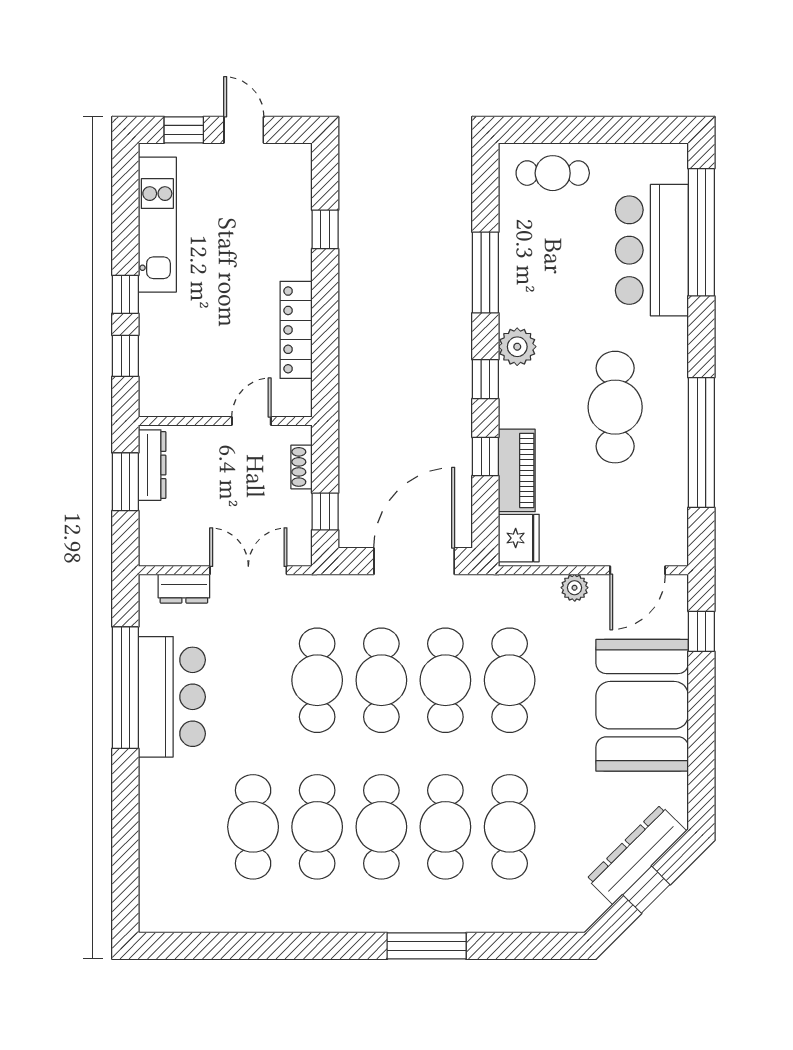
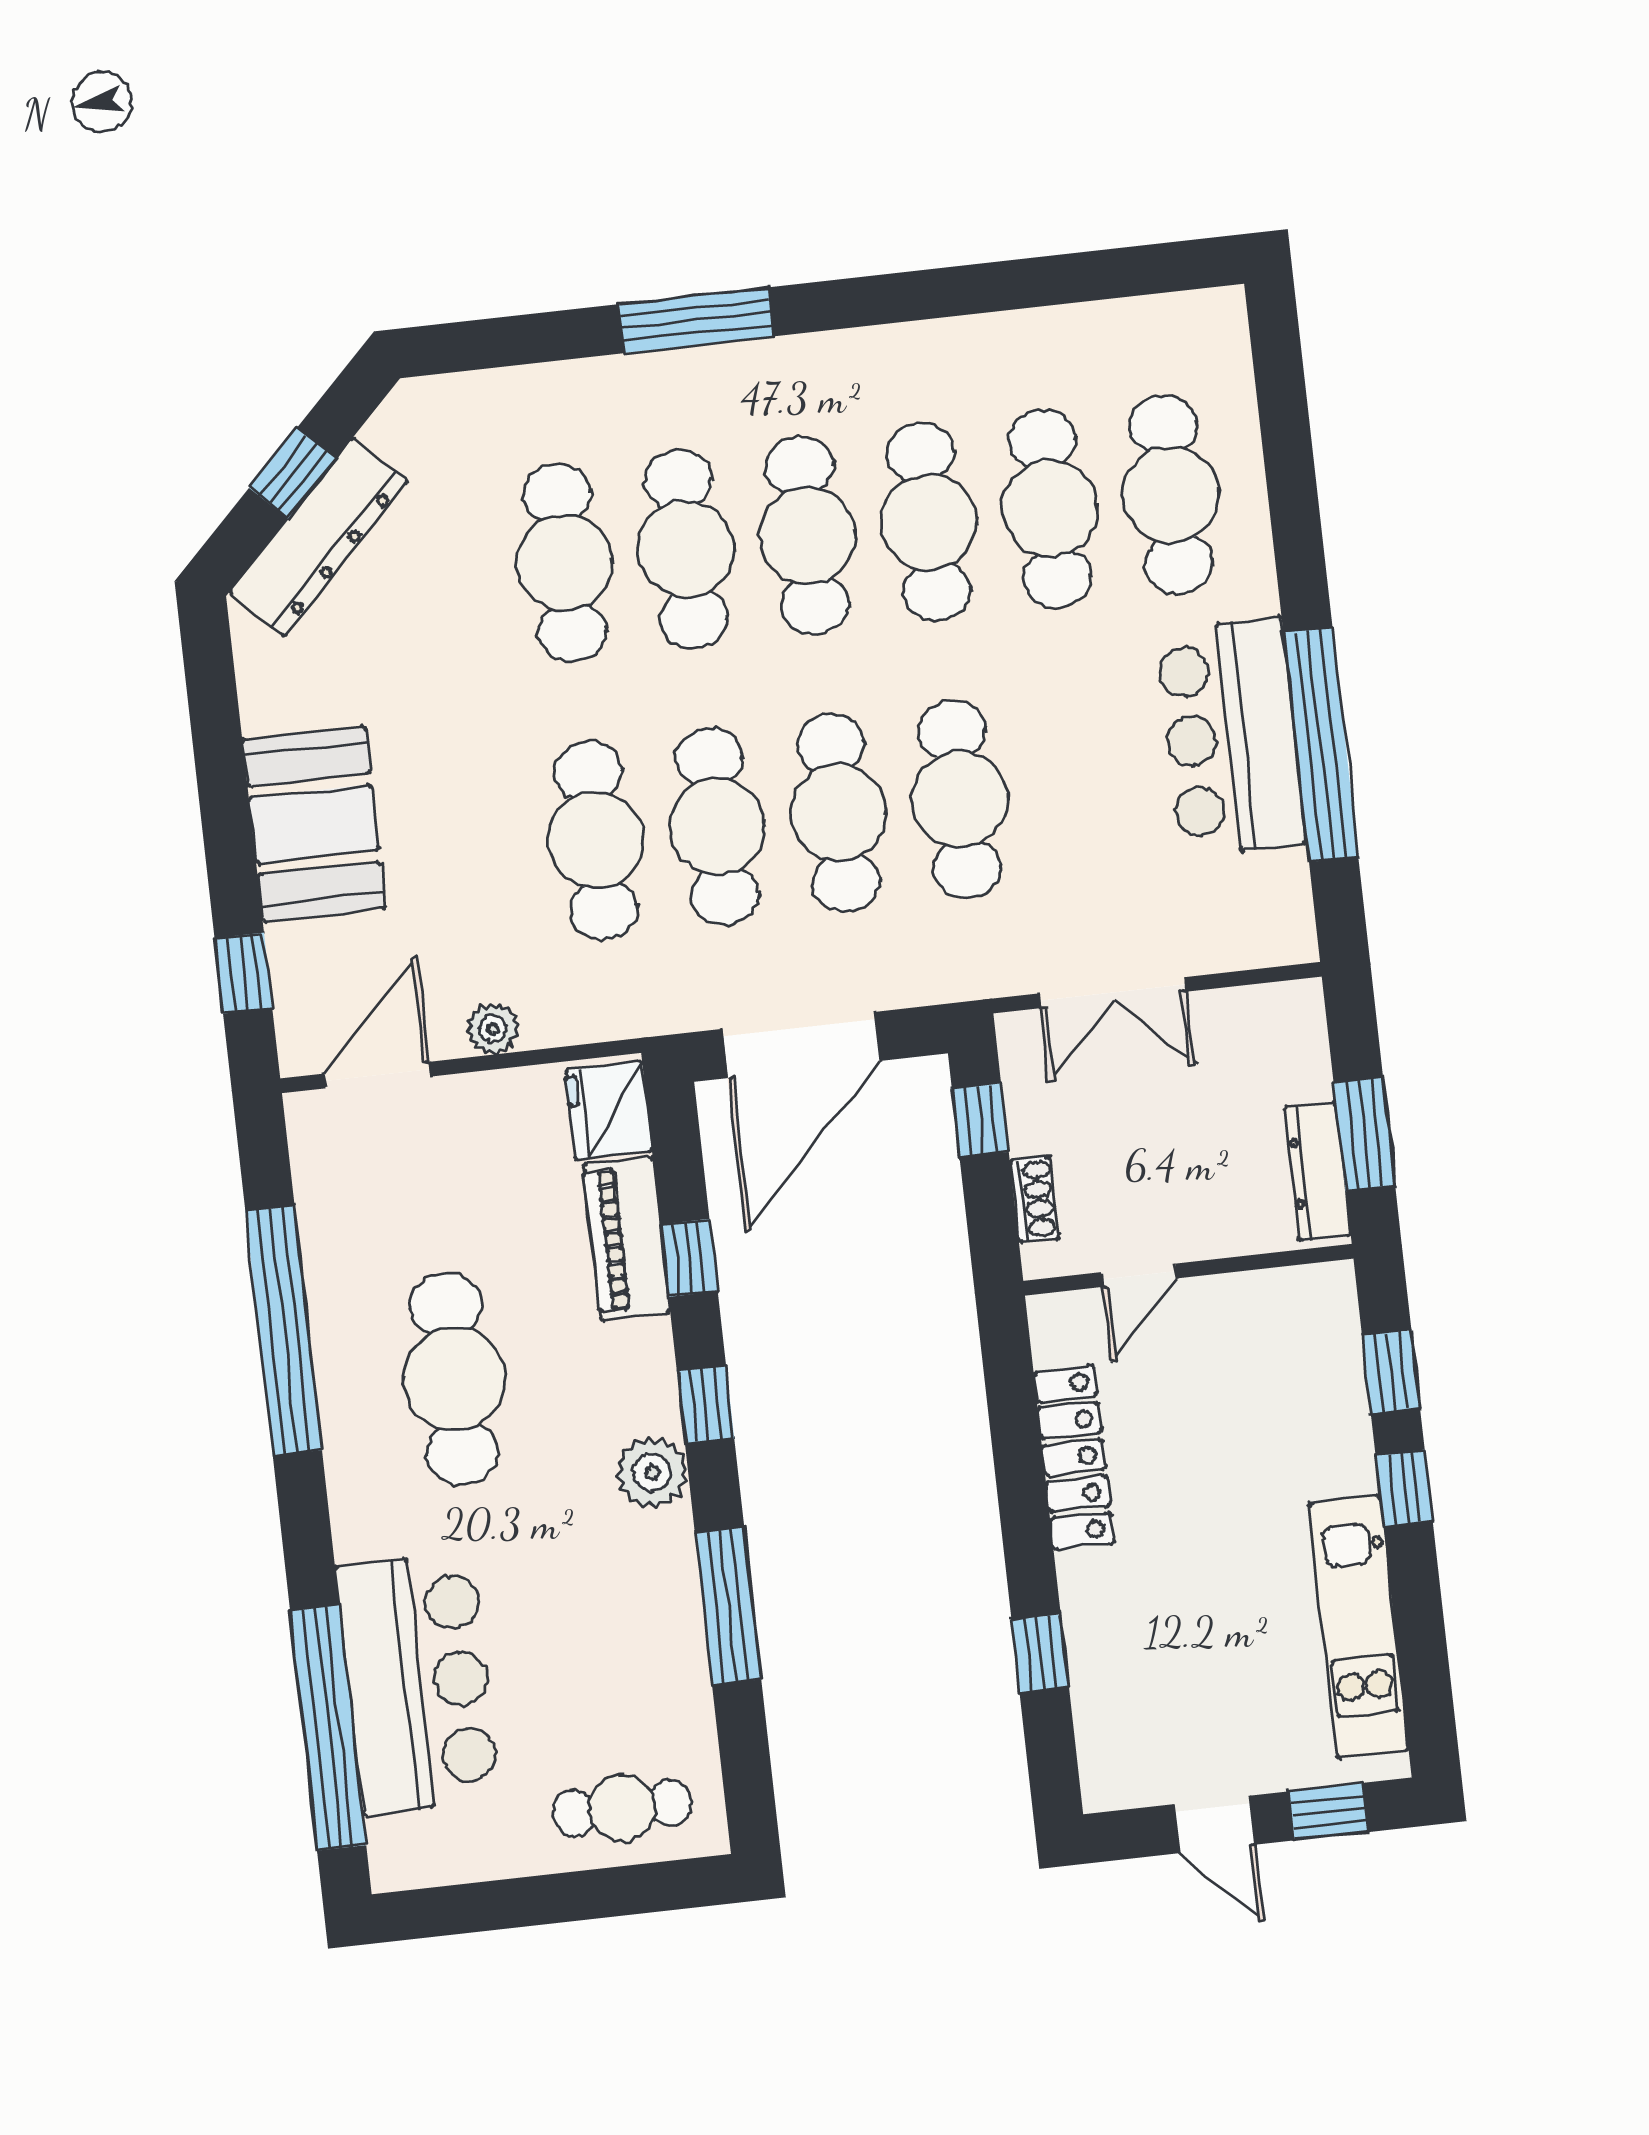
dresser: (184, 589) -> (1231, 944), removed
booth: (642, 705) -> (314, 824), width x0.73, depth x0.70
cafe table: (189, 827) -> (1171, 495), added

